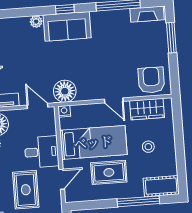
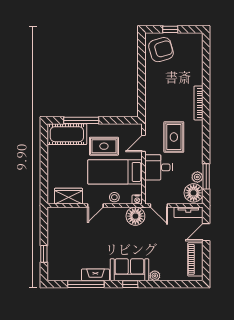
fireplace: (147, 14) -> (95, 275), moved
window: (171, 38) -> (44, 254), width x0.67
armchair: (151, 80) -> (63, 220), removed
door: (114, 100) -> (95, 206), swing flipped
stool: (148, 147) -> (114, 197), moved
cot: (161, 186) -> (67, 134), width x1.37, depth x1.34

